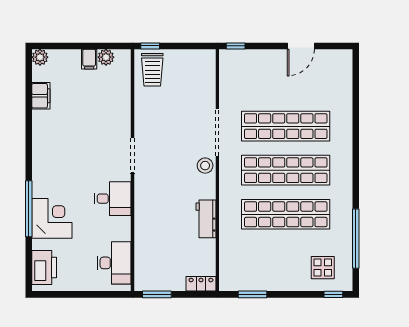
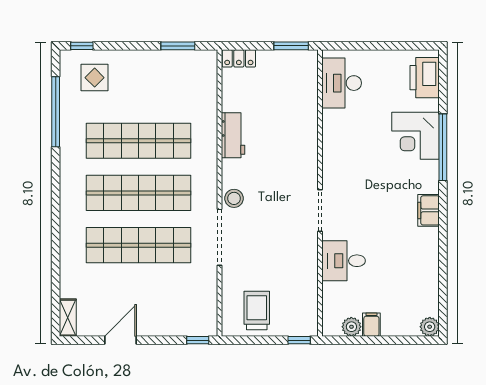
shelving: (345, 65) -> (68, 318), added
trolley: (152, 70) -> (257, 310), moved
filing cabinet: (41, 96) -> (429, 210), moved
desk: (113, 199) -> (344, 261), moved

